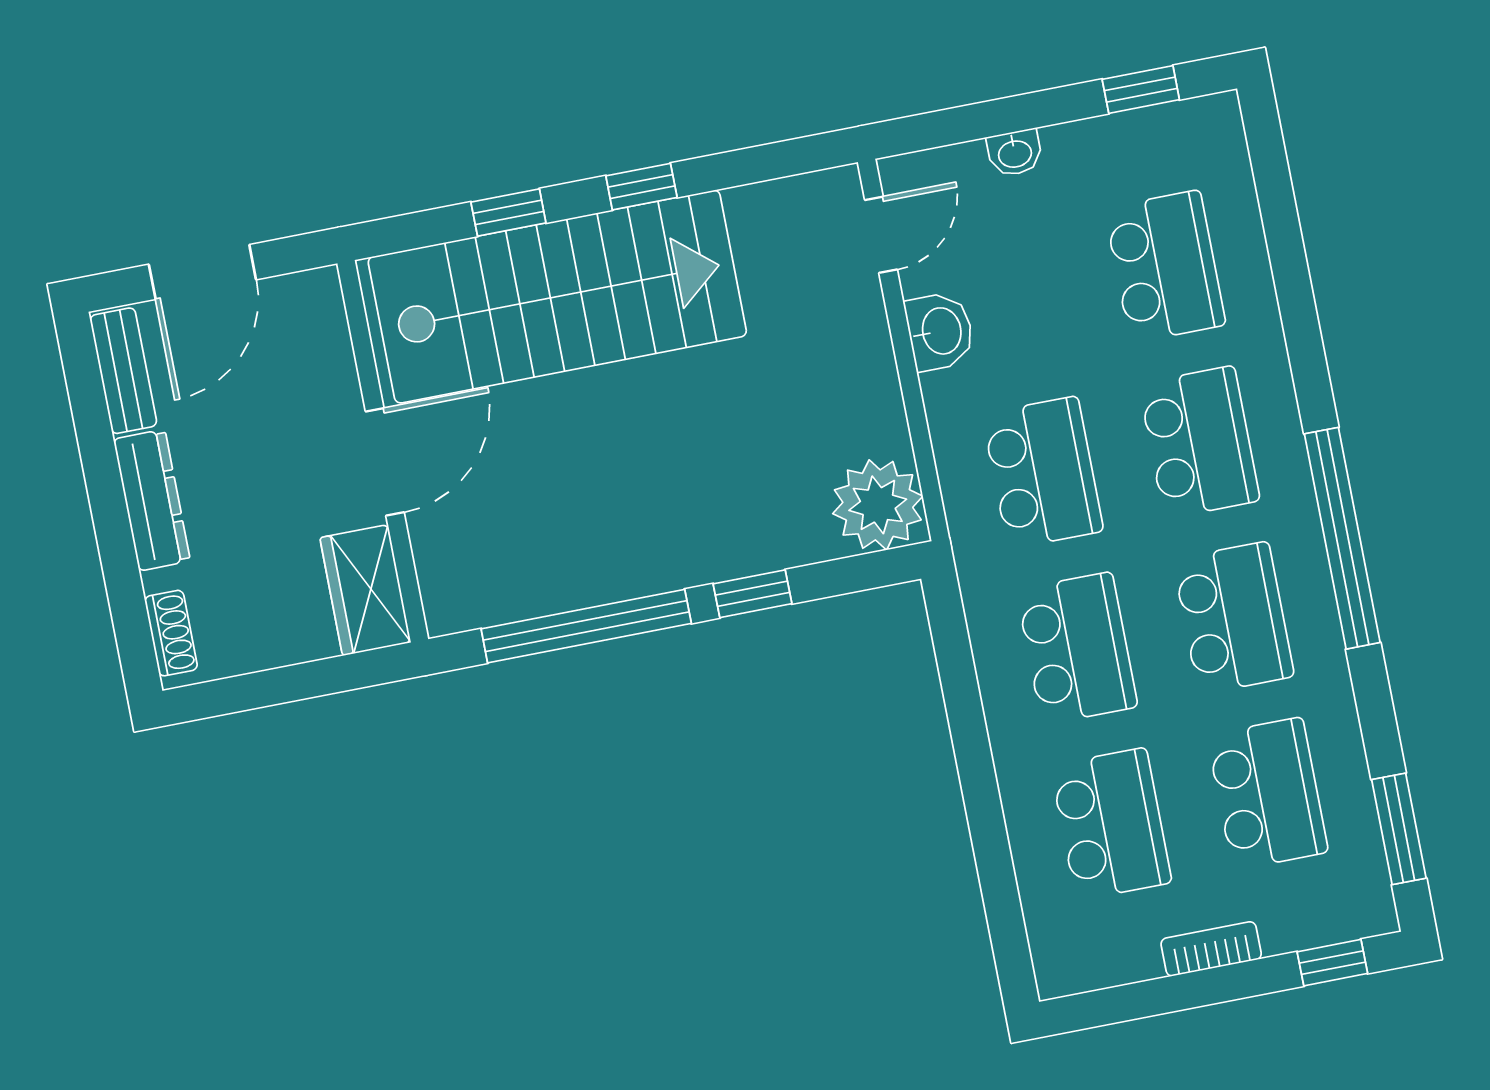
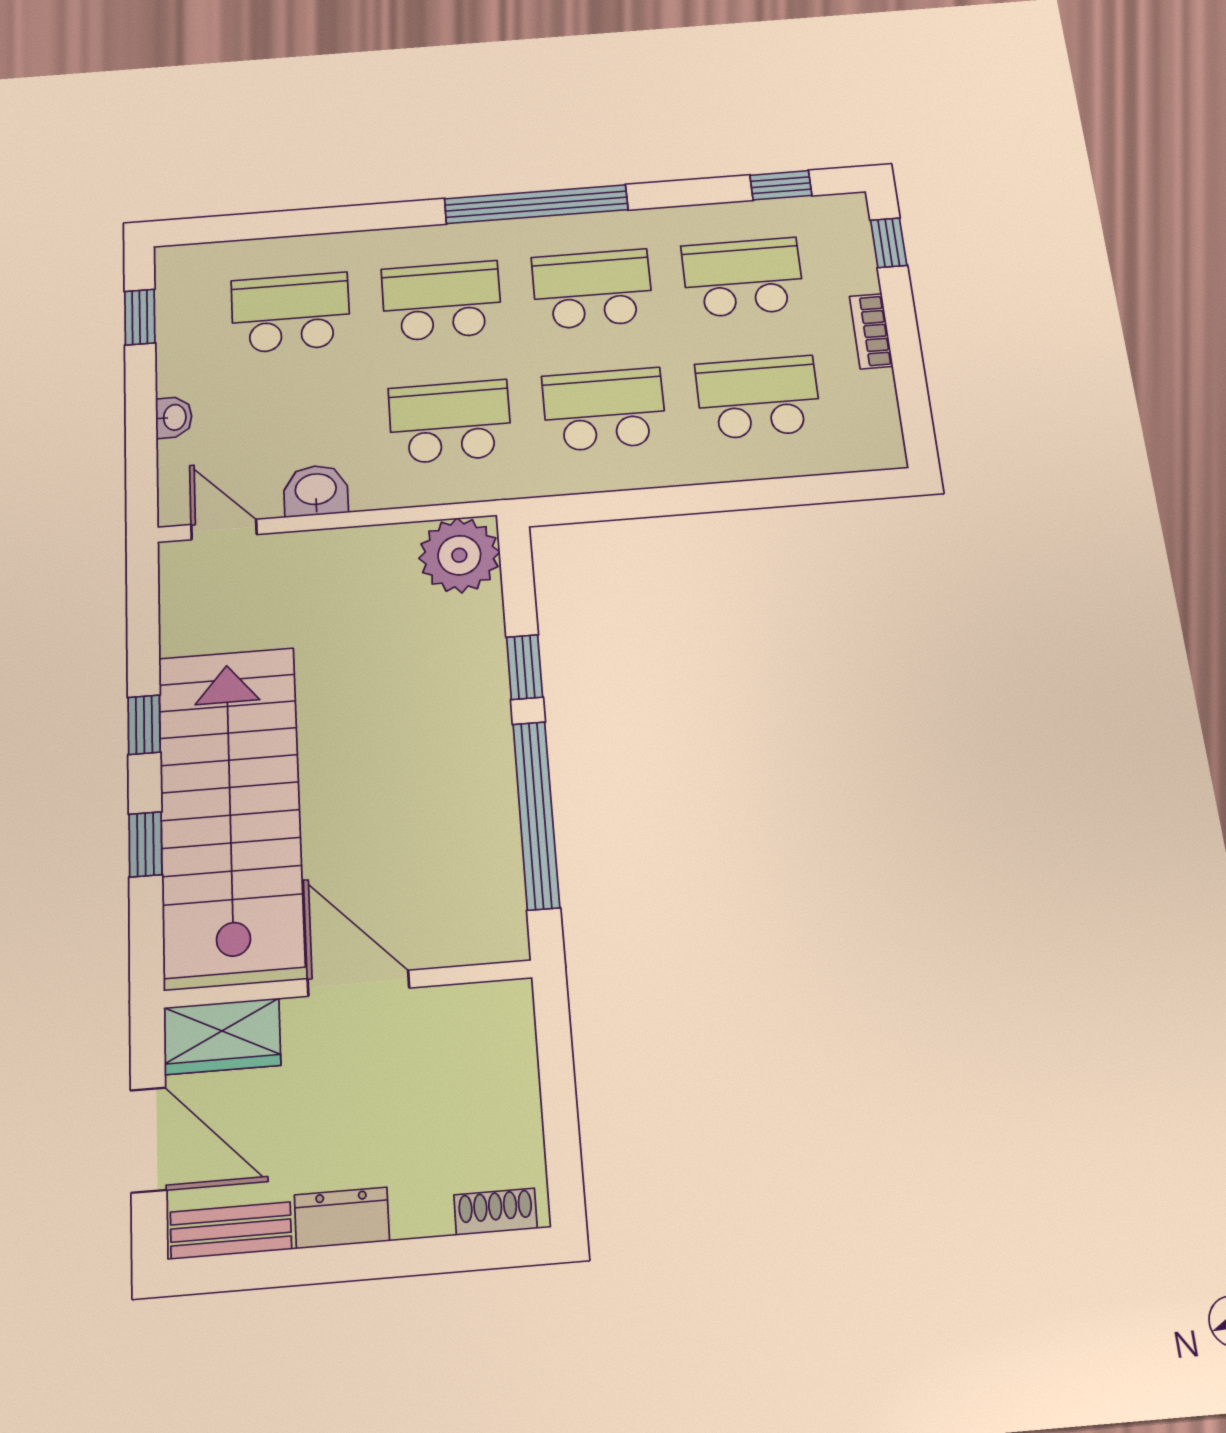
dresser: (152, 500) -> (342, 1218), width x0.70
wardrobe: (365, 590) -> (222, 1036), moved
window: (1399, 829) -> (781, 185), width x0.67

